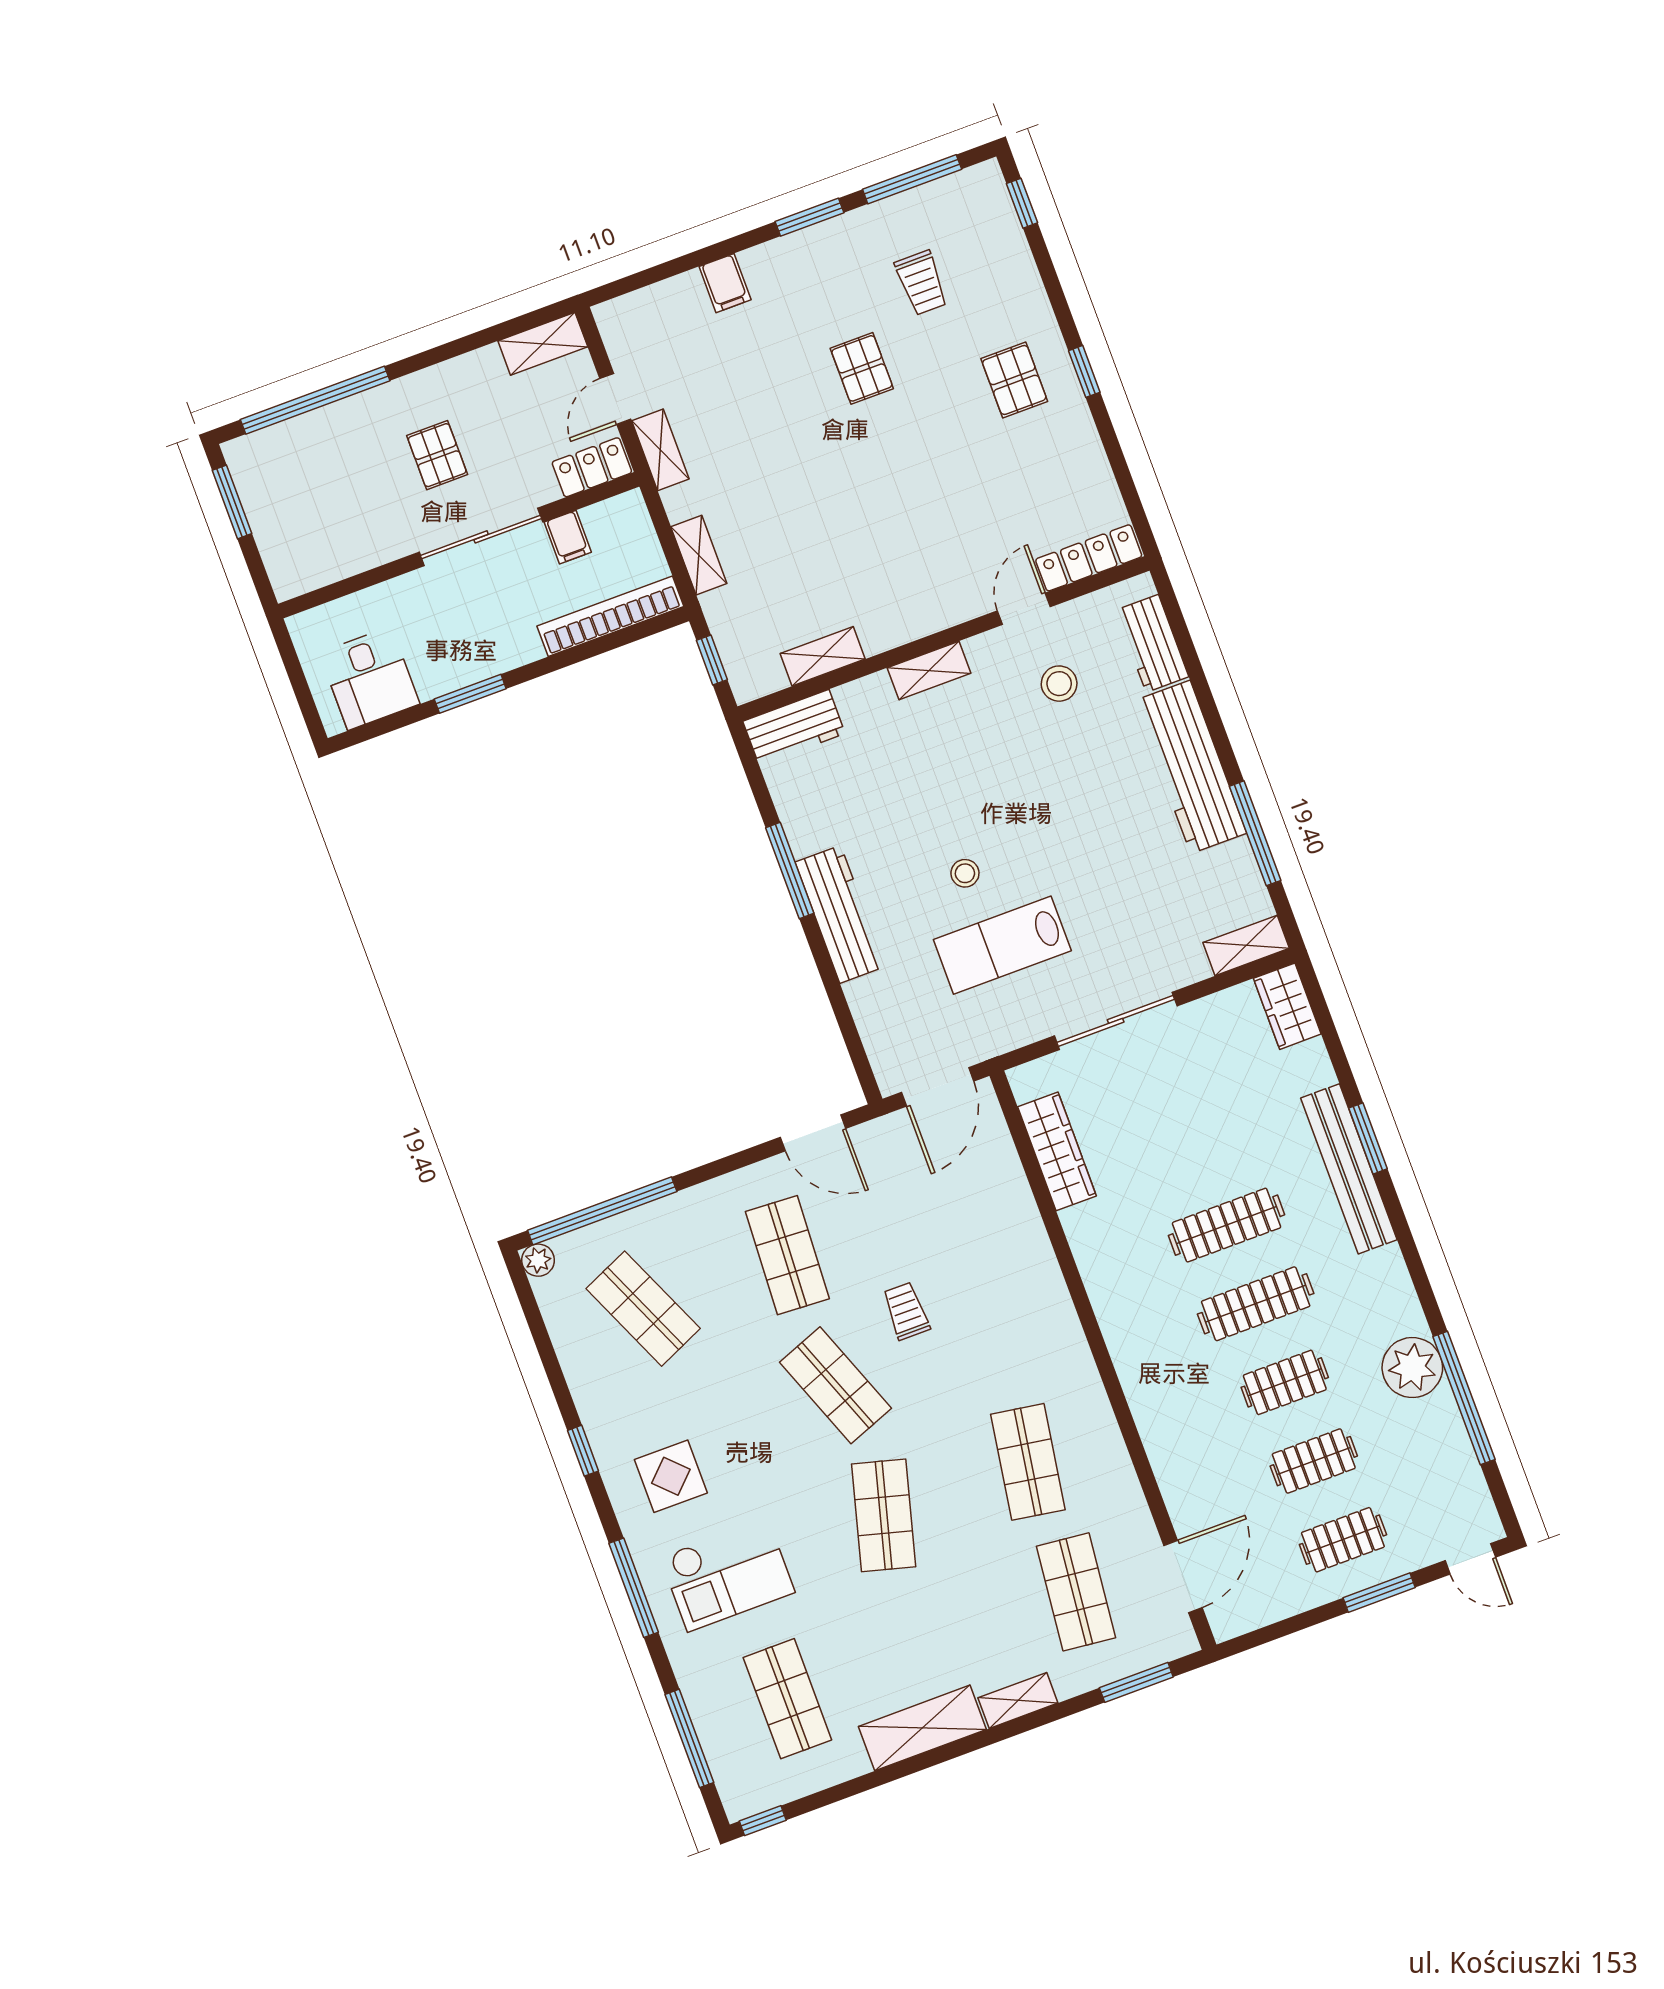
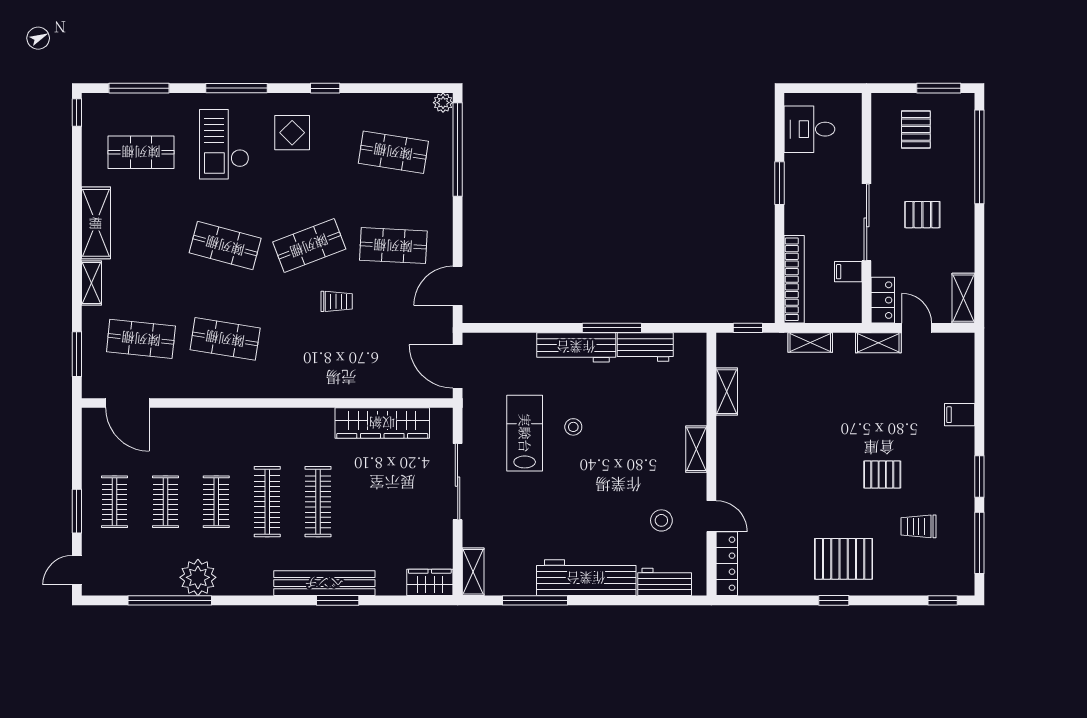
pallet: (1014, 380) -> (844, 559), width x1.50, depth x1.42
pallet: (309, 514) -> (916, 130), added
workbench: (794, 727) -> (645, 347), moved, turned -90
wardrobe: (1057, 1151) -> (382, 423), width x1.40, depth x1.17
shop shelf: (643, 1309) -> (393, 152), turned 33

